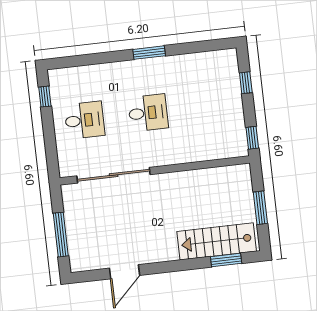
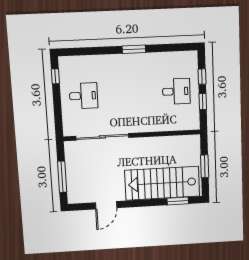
desk: (148, 113) -> (176, 91), moved
window: (252, 138) -> (203, 102), moved
stairs: (217, 241) -> (162, 183), width x1.36, depth x1.51

